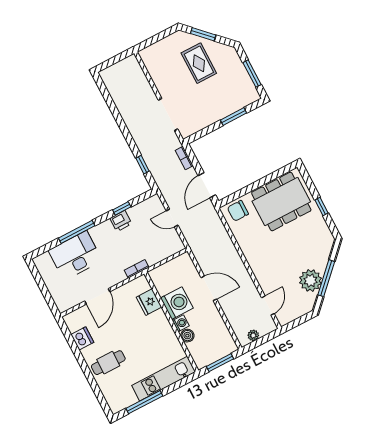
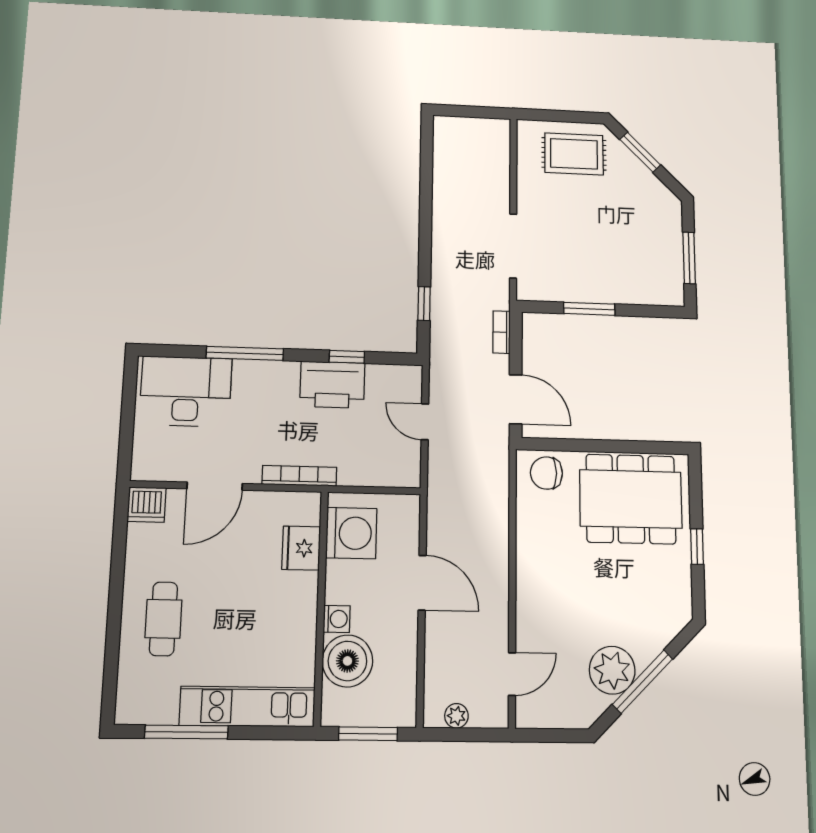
rug: (199, 63) -> (574, 154), moved, turned 90
window: (234, 117) -> (589, 309), moved
door: (207, 185) -> (516, 399), swing flipped
printer: (121, 221) -> (332, 385), width x1.87, depth x1.48
desk: (75, 255) -> (186, 391), moved
bookcase: (137, 269) -> (299, 476), width x1.56
washing machine: (177, 303) -> (351, 533), moved
boiler: (187, 336) -> (347, 661), width x1.86, depth x1.86
dishwasher: (82, 338) -> (147, 505), moved, turned 90
cafe table: (108, 363) -> (163, 619), turned 90

